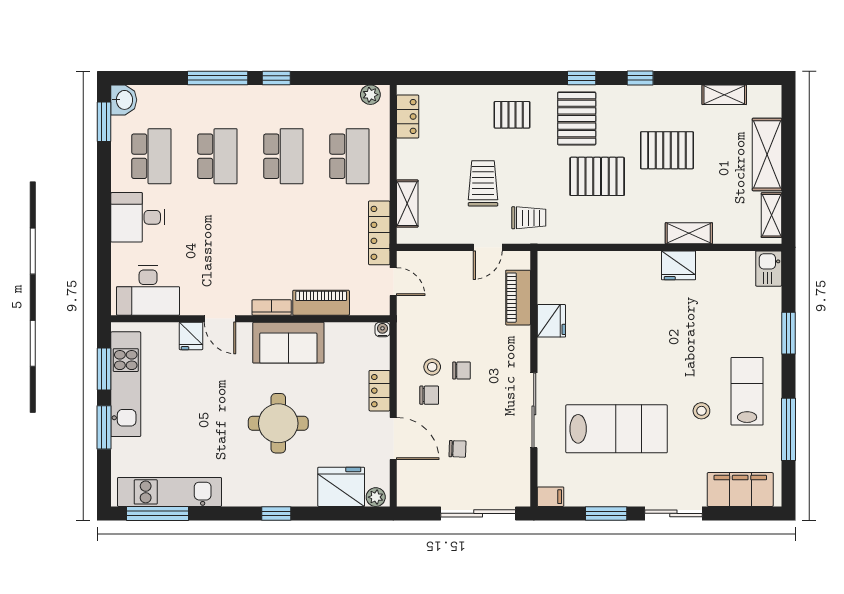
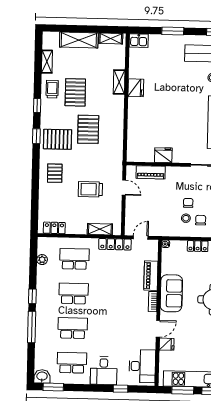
plant: (370, 95) -> (42, 260), moved
trolley: (529, 218) -> (52, 89), moved
window: (104, 250) -> (121, 389), added

